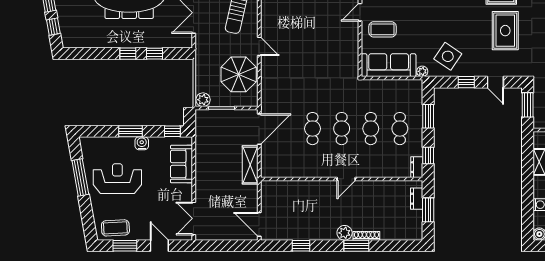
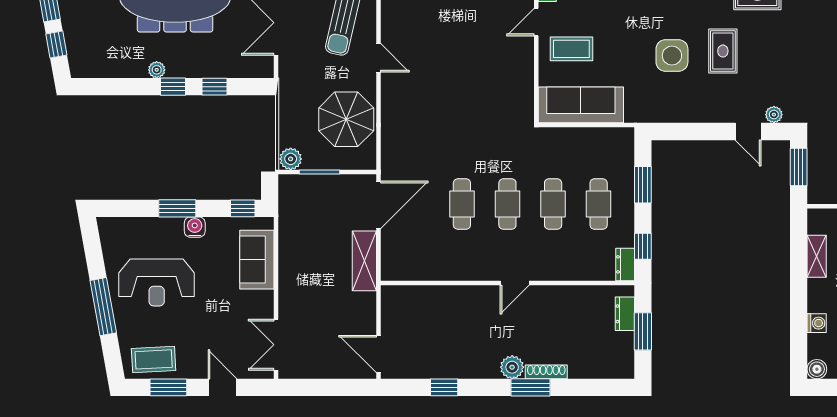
rug: (505, 31) -> (723, 51), moved, width x0.73, depth x0.70
plant: (117, 43) -> (157, 70), added
door: (259, 46) -> (378, 58), moved
side table: (448, 56) -> (672, 56), moved, turned -34
plant: (422, 71) -> (774, 115), moved
window: (466, 82) -> (702, 132), removed
window: (80, 177) -> (103, 307), moved
reception desk: (117, 179) -> (157, 282), turned 180

